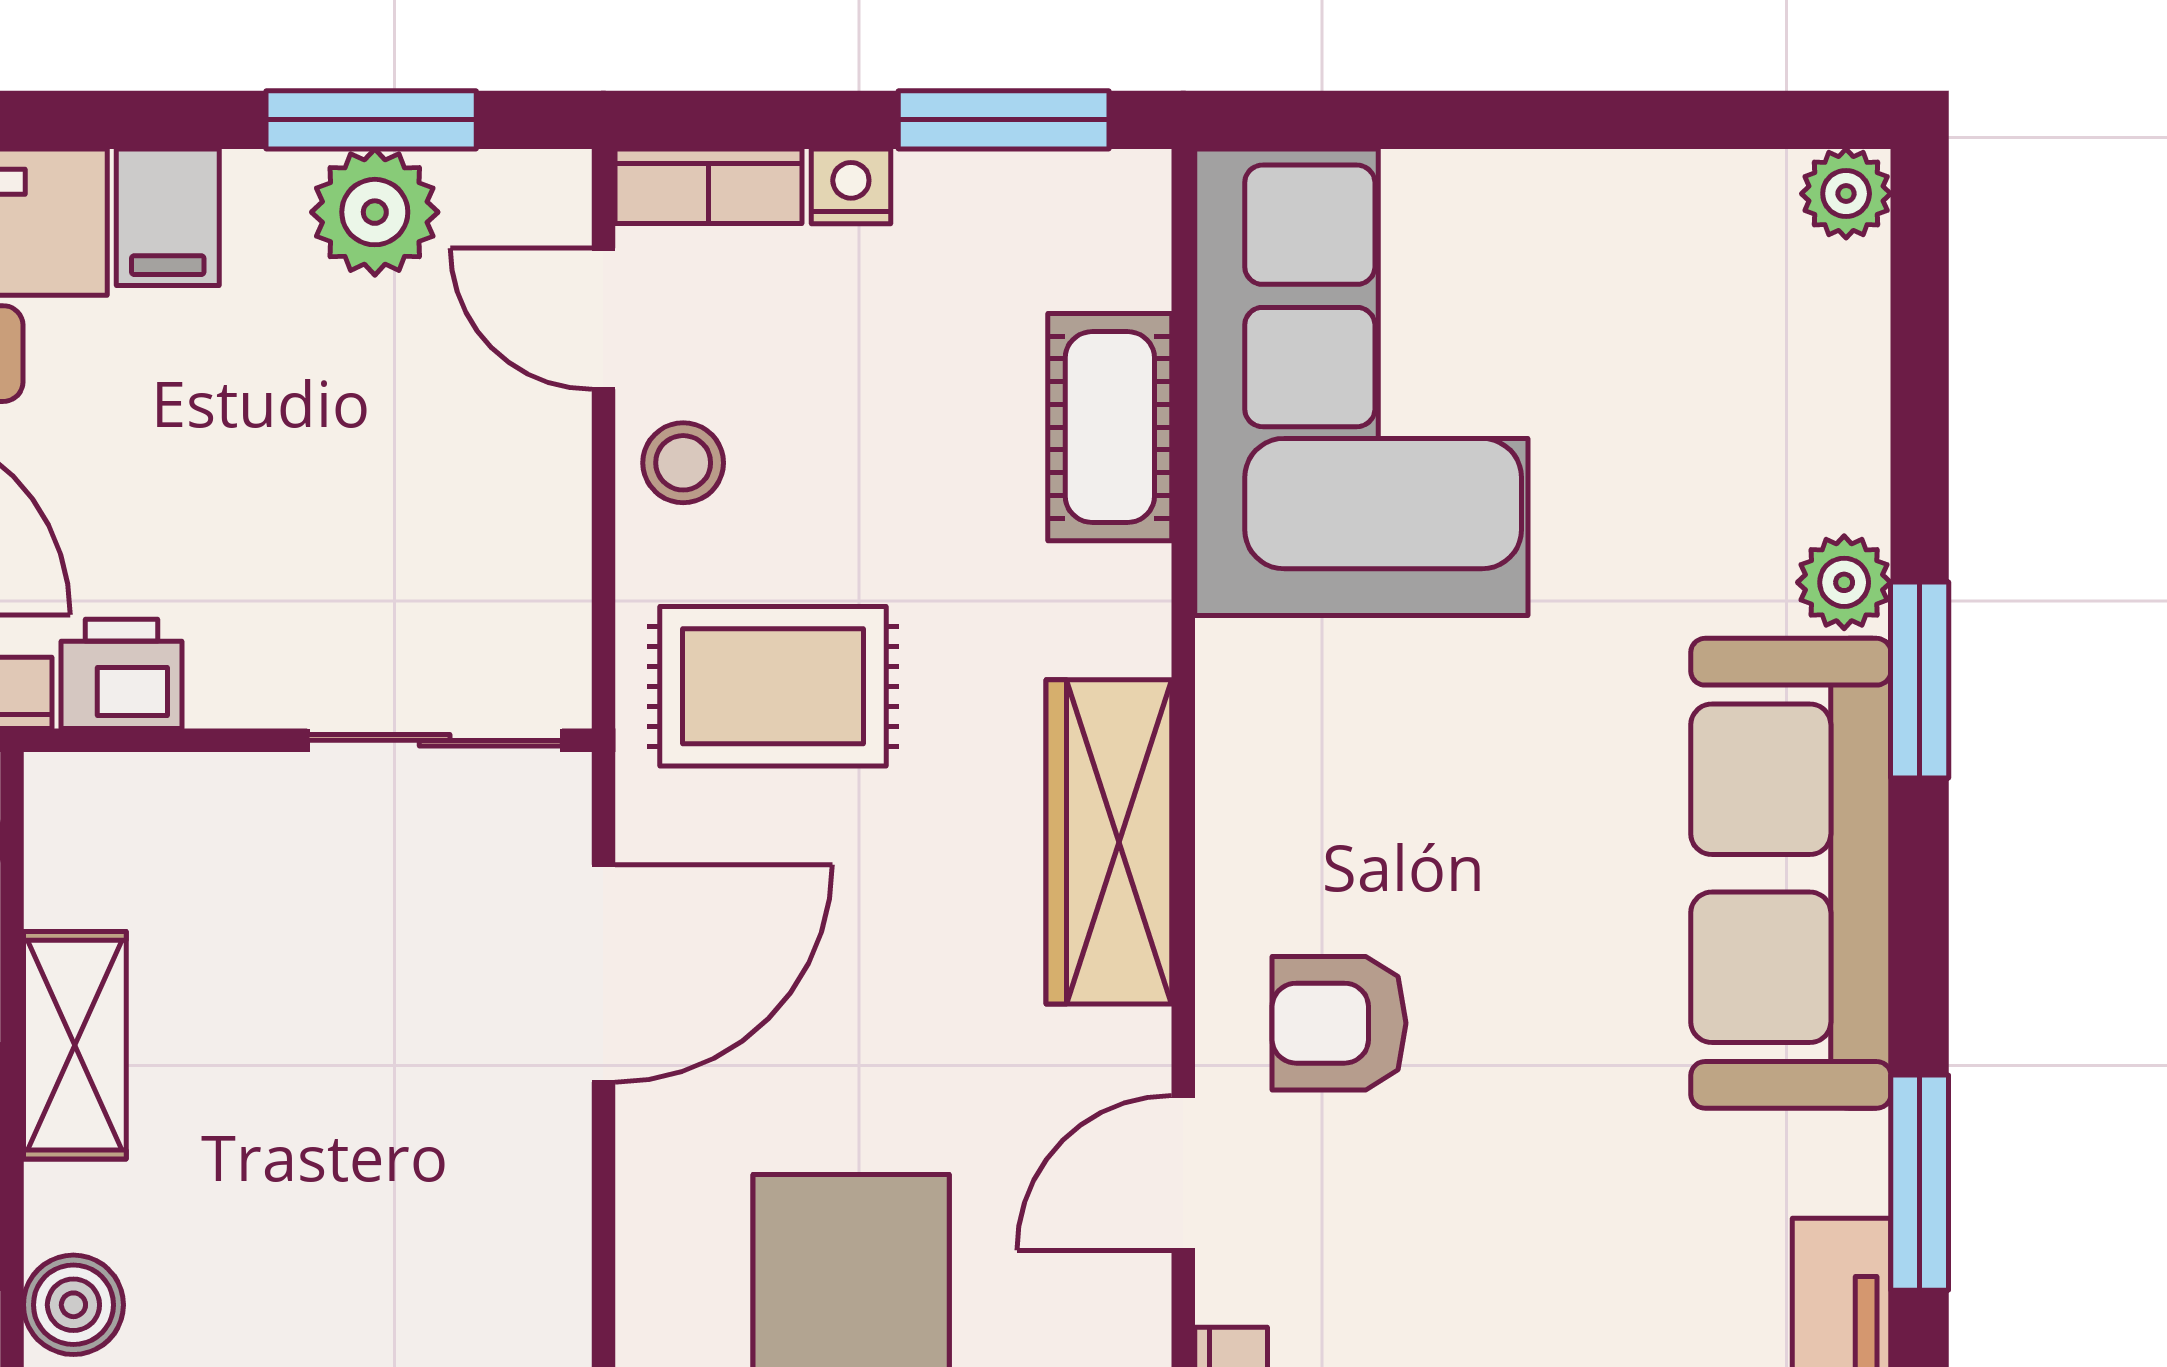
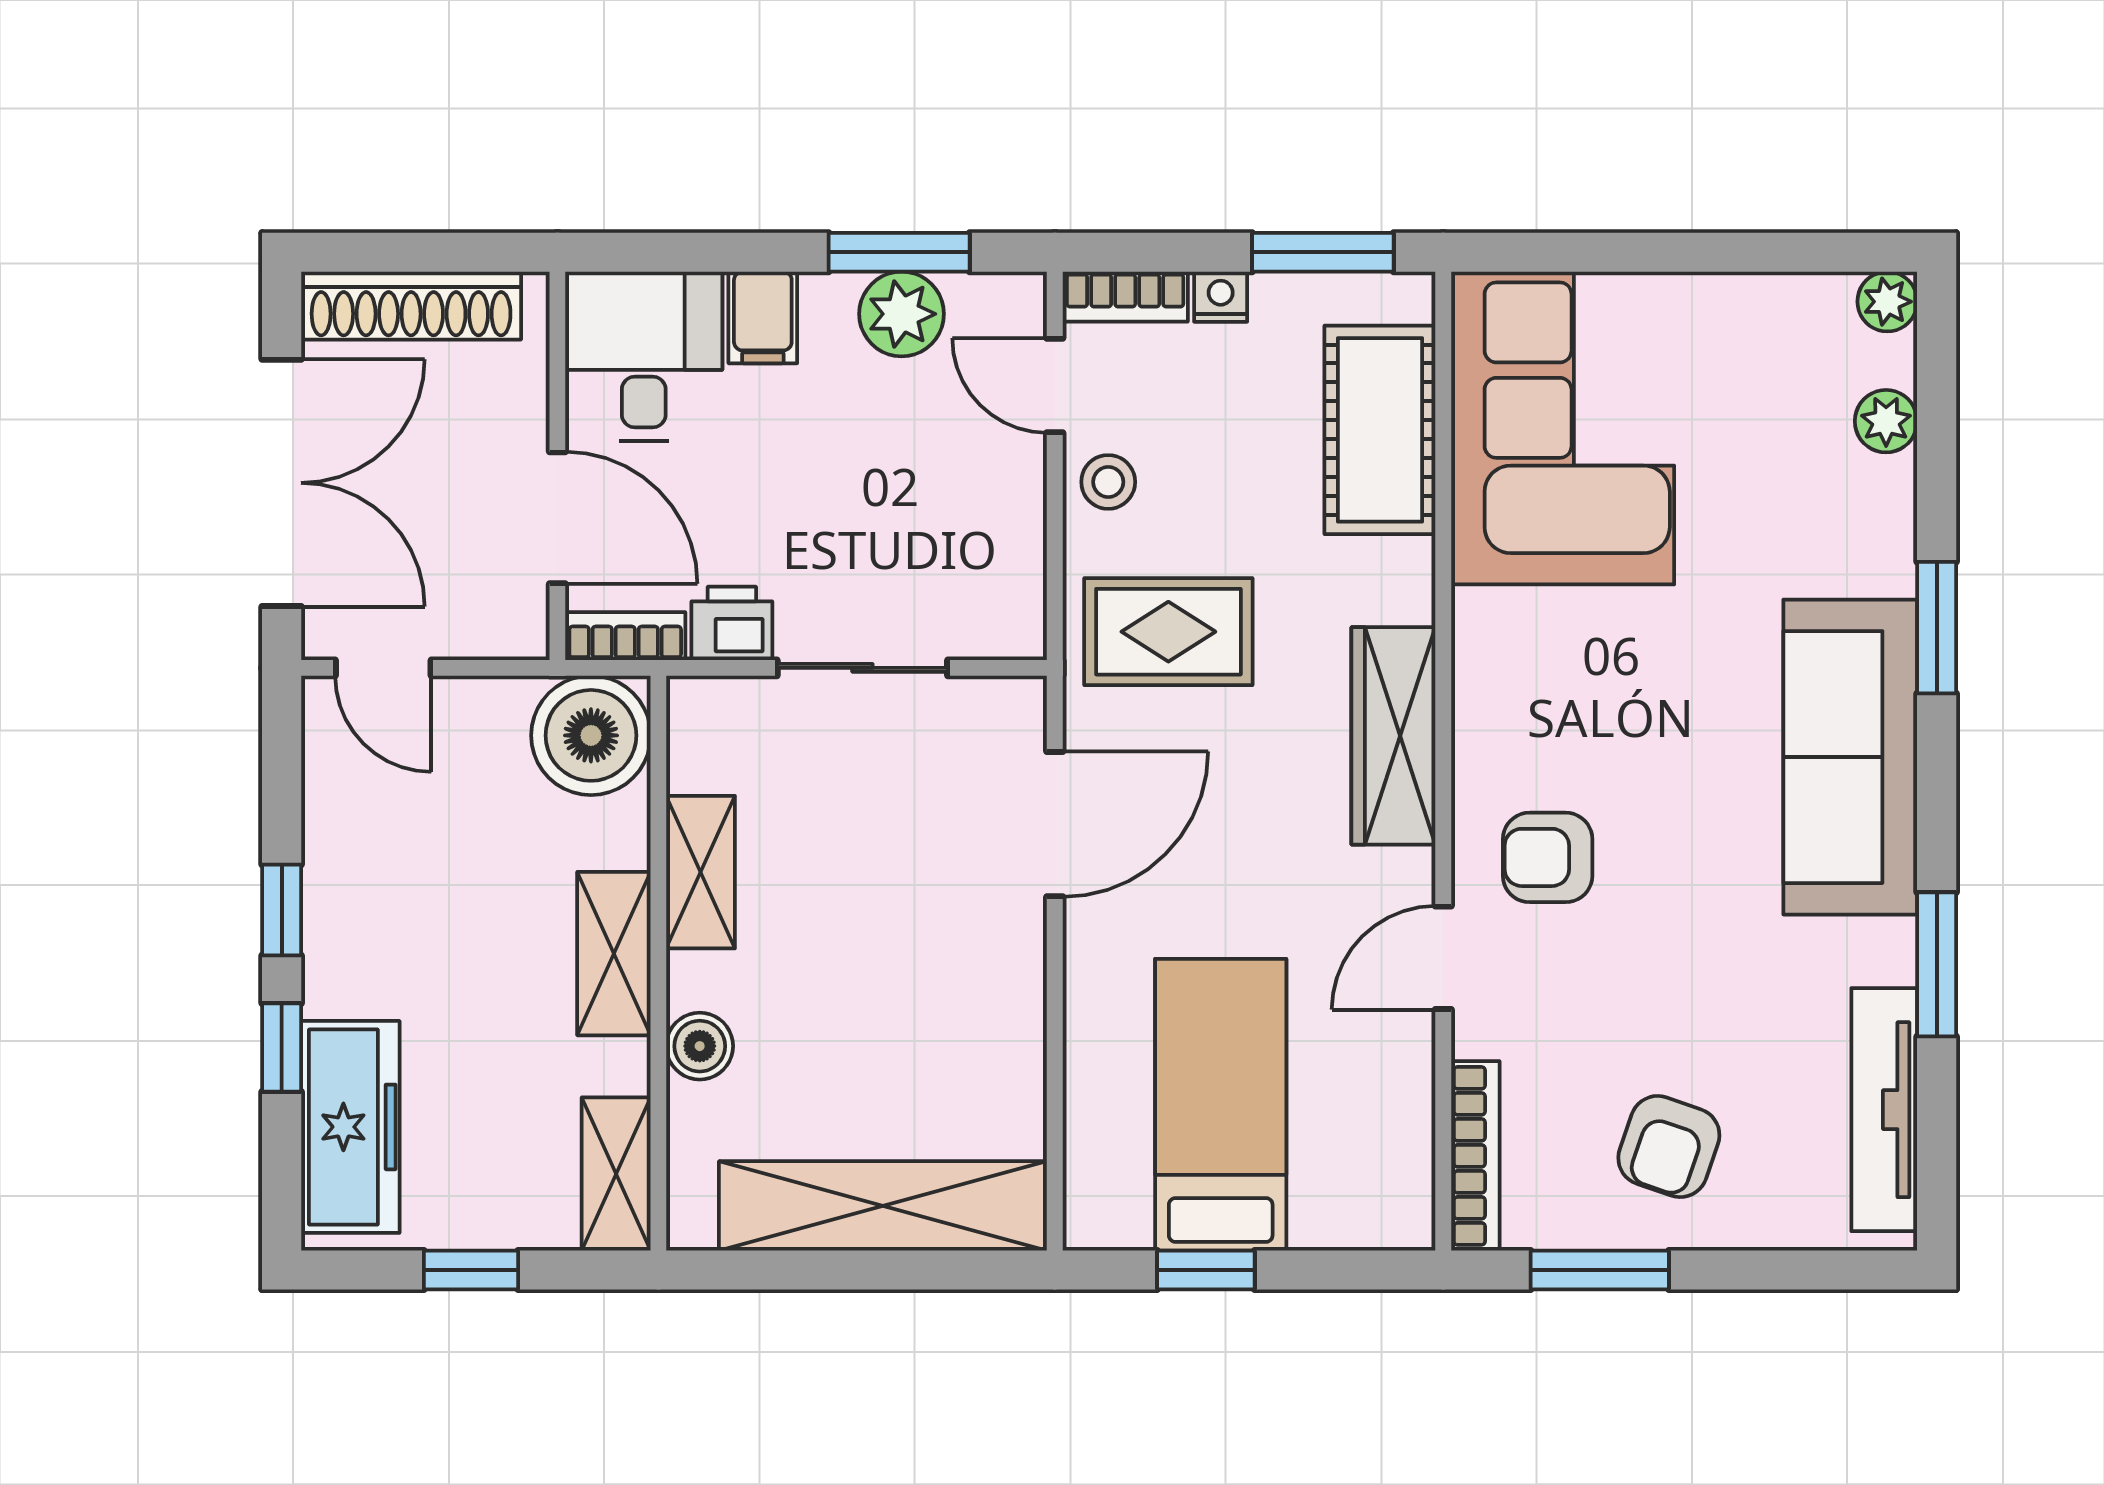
cot: (1110, 427) -> (1380, 430), width x1.37, depth x1.34
plant: (1844, 582) -> (1886, 421), moved
sliding door: (435, 740) -> (862, 668), moved

